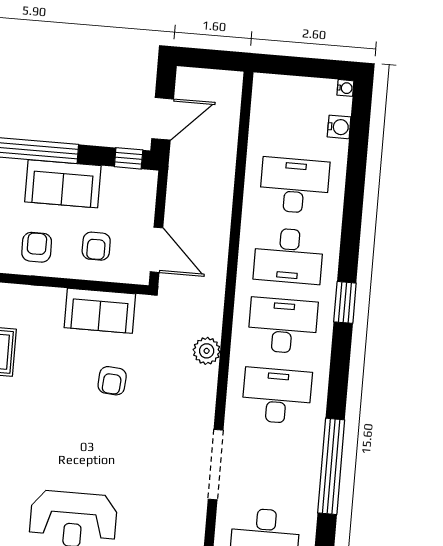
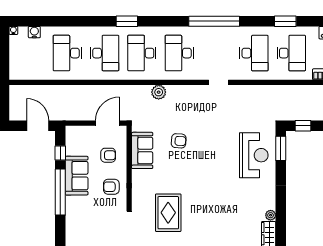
window: (129, 158) -> (60, 153), moved
doorway: (216, 465) -> (218, 82), width x0.53

